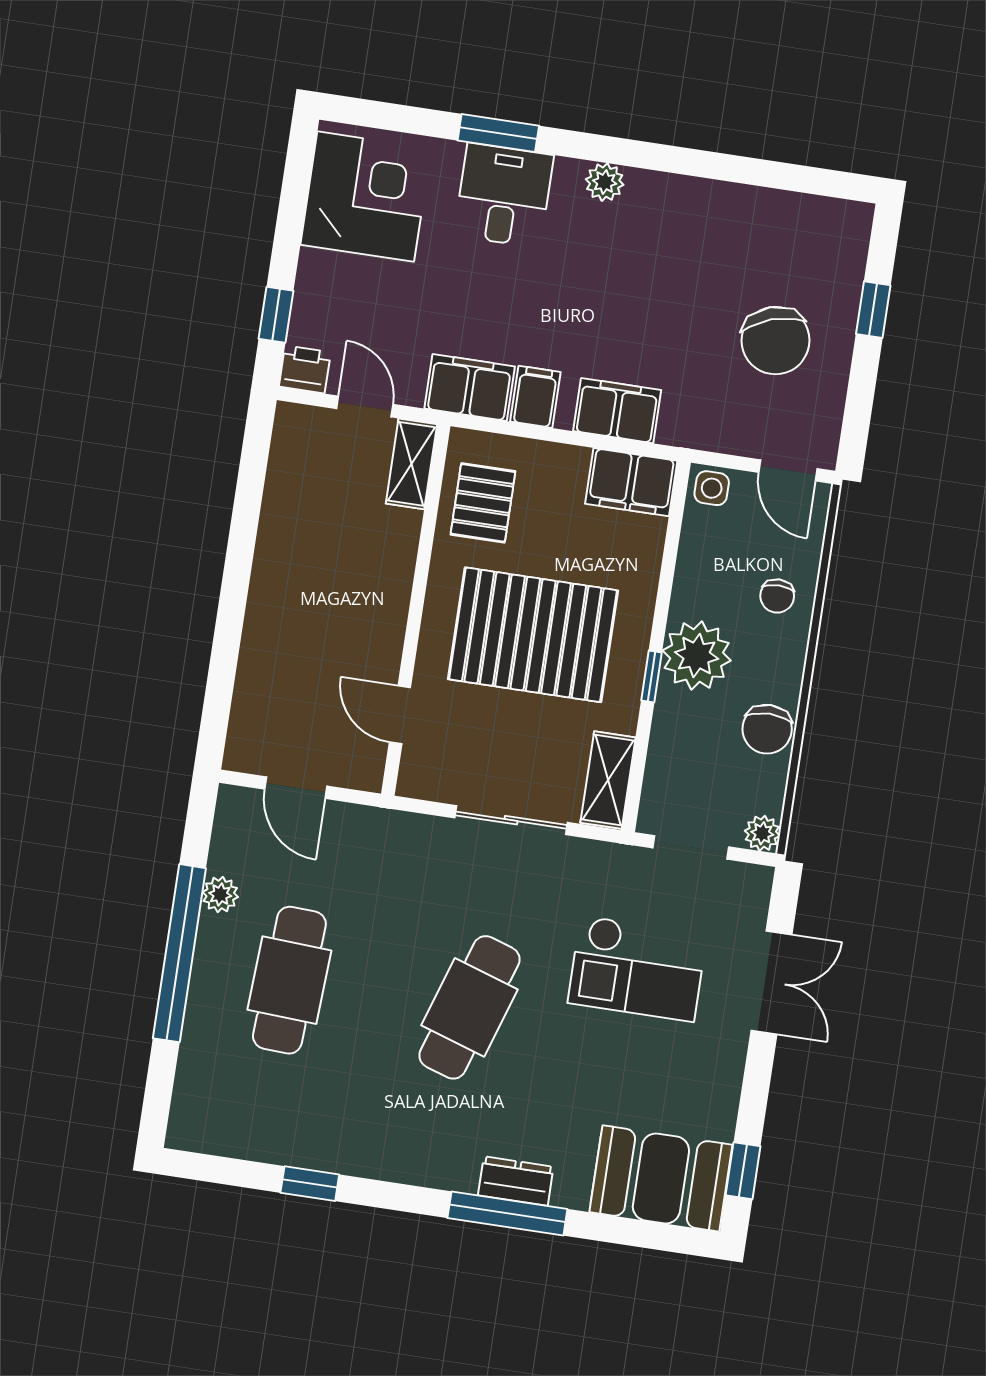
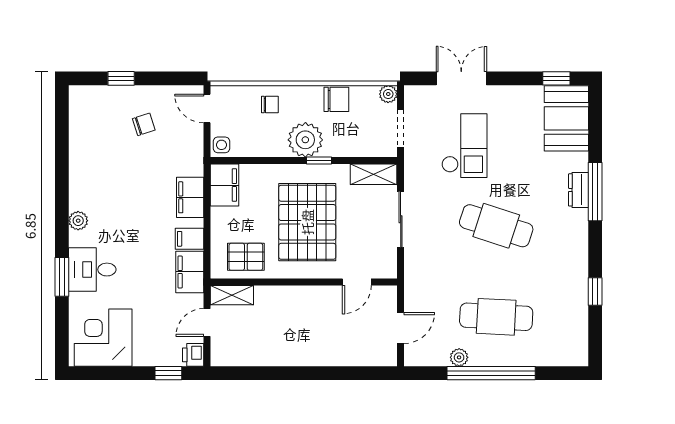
chair: (775, 341) -> (144, 124), width x0.54, depth x0.54
door: (788, 470) -> (207, 108), swing flipped

